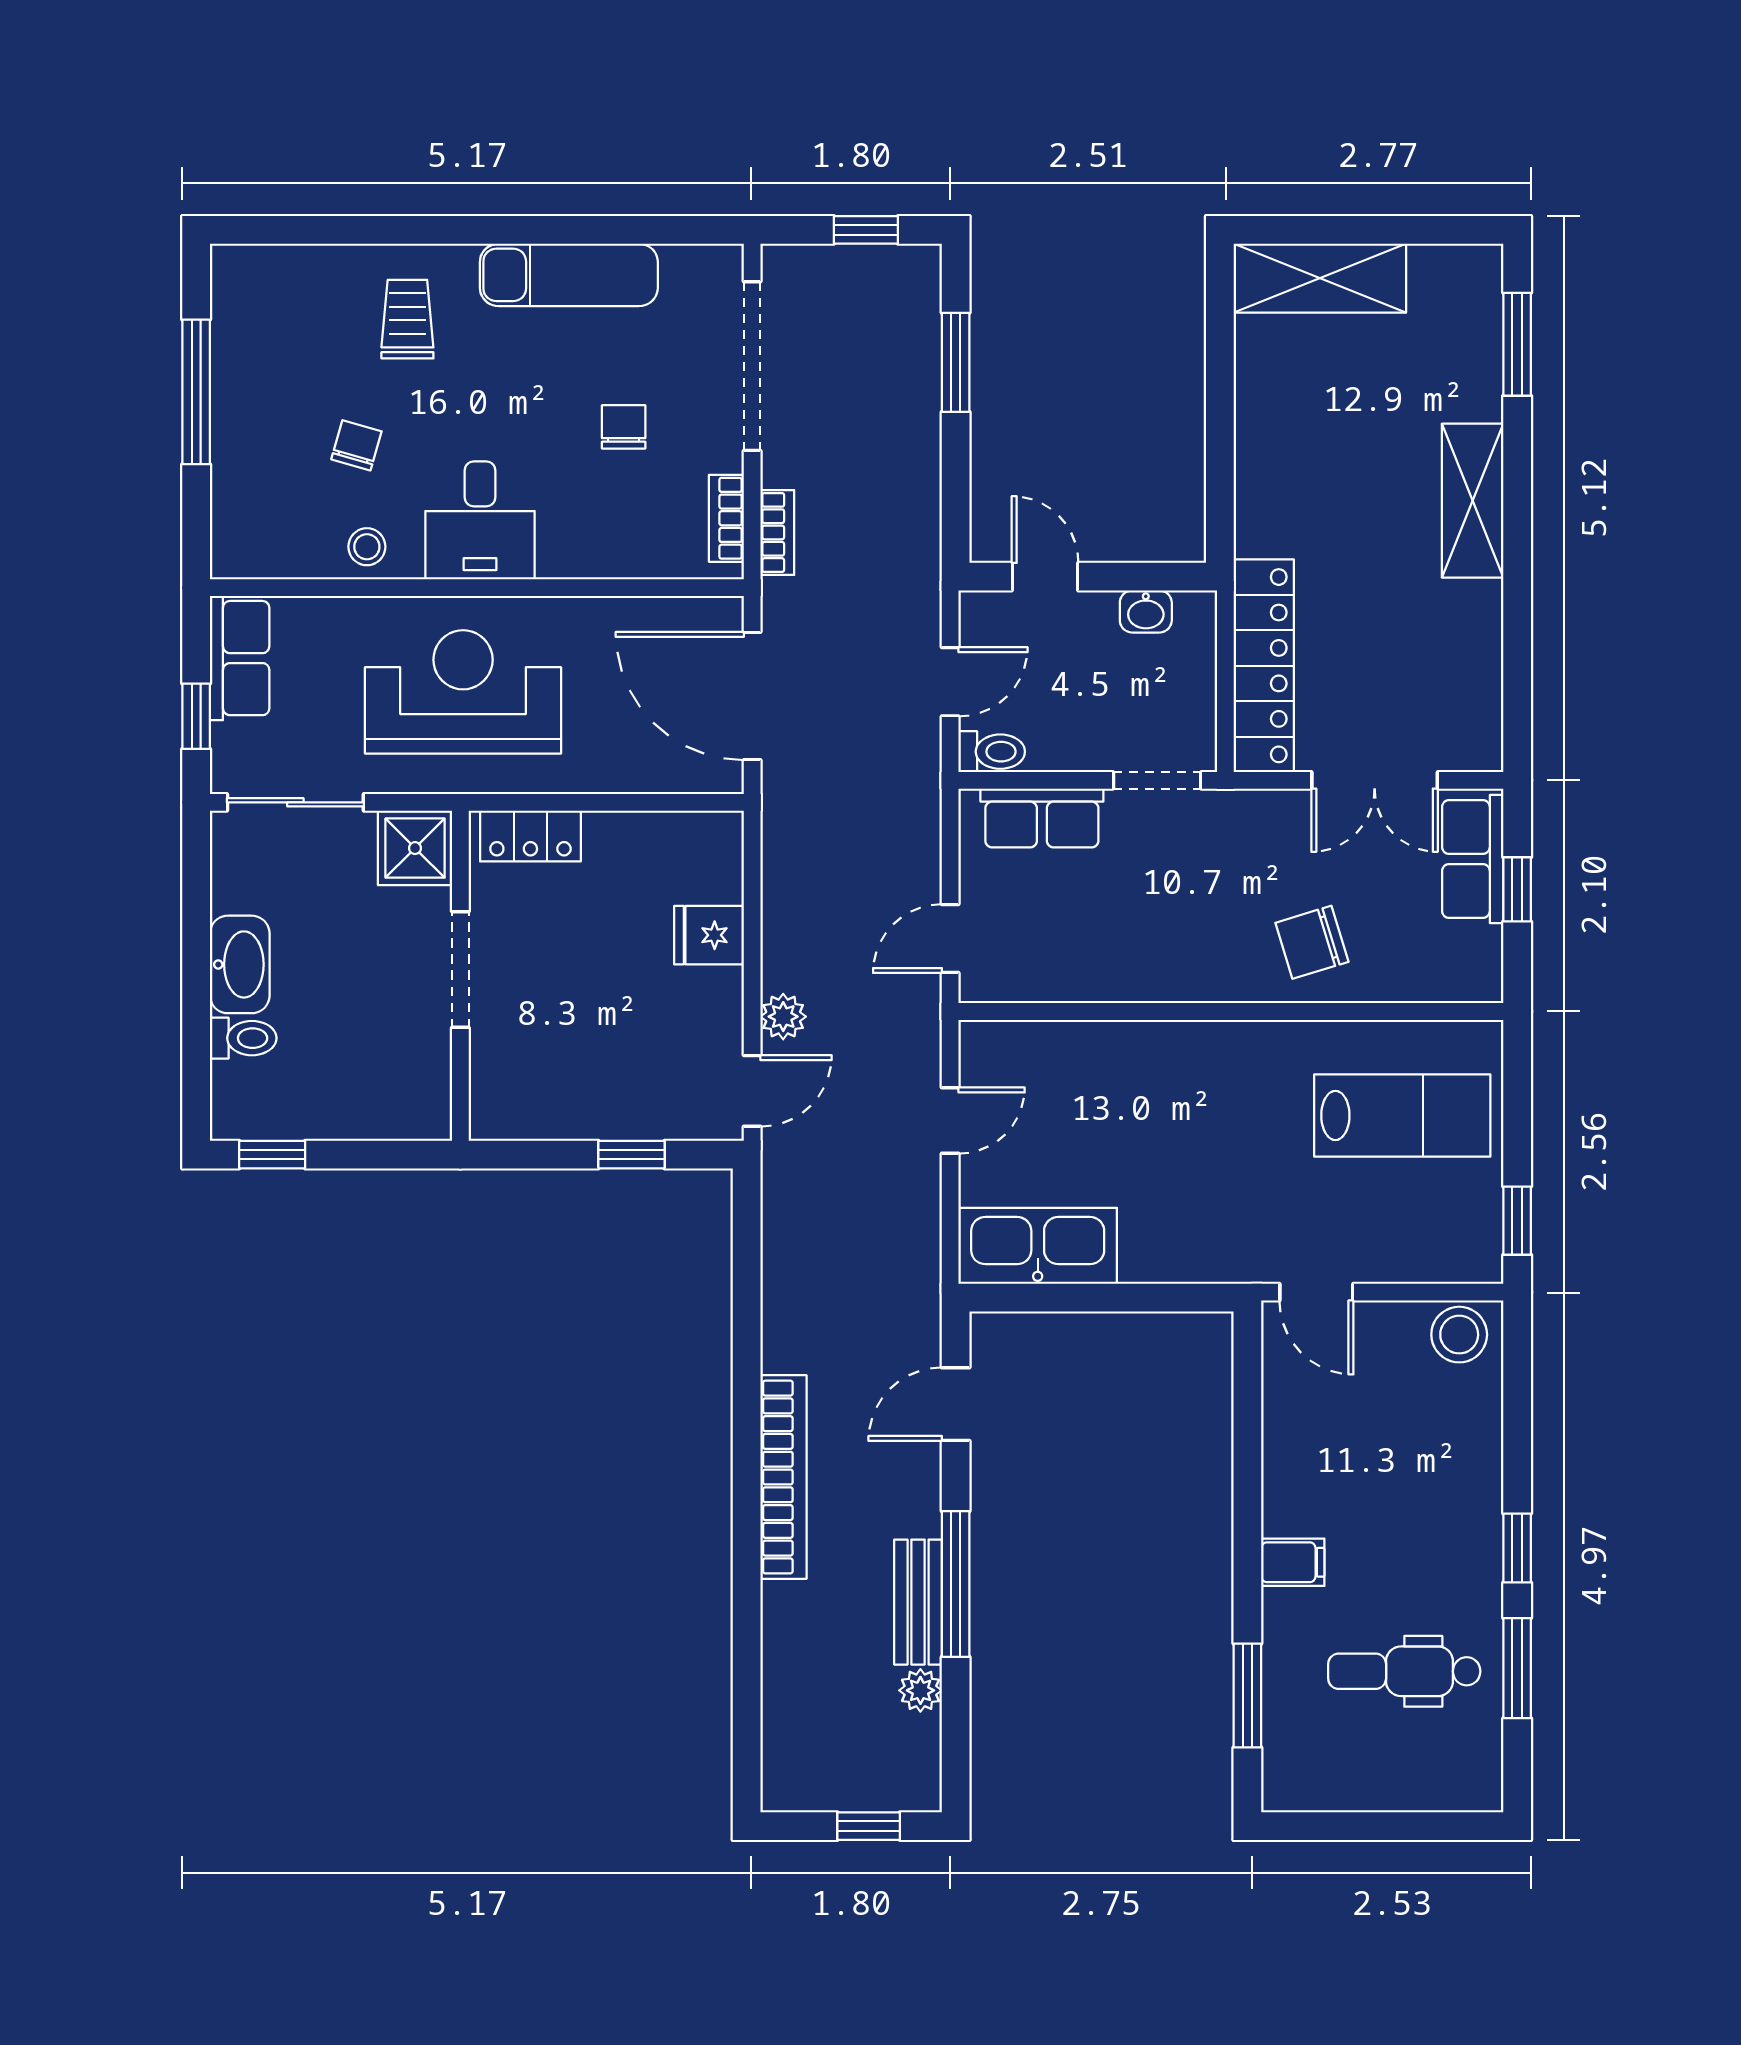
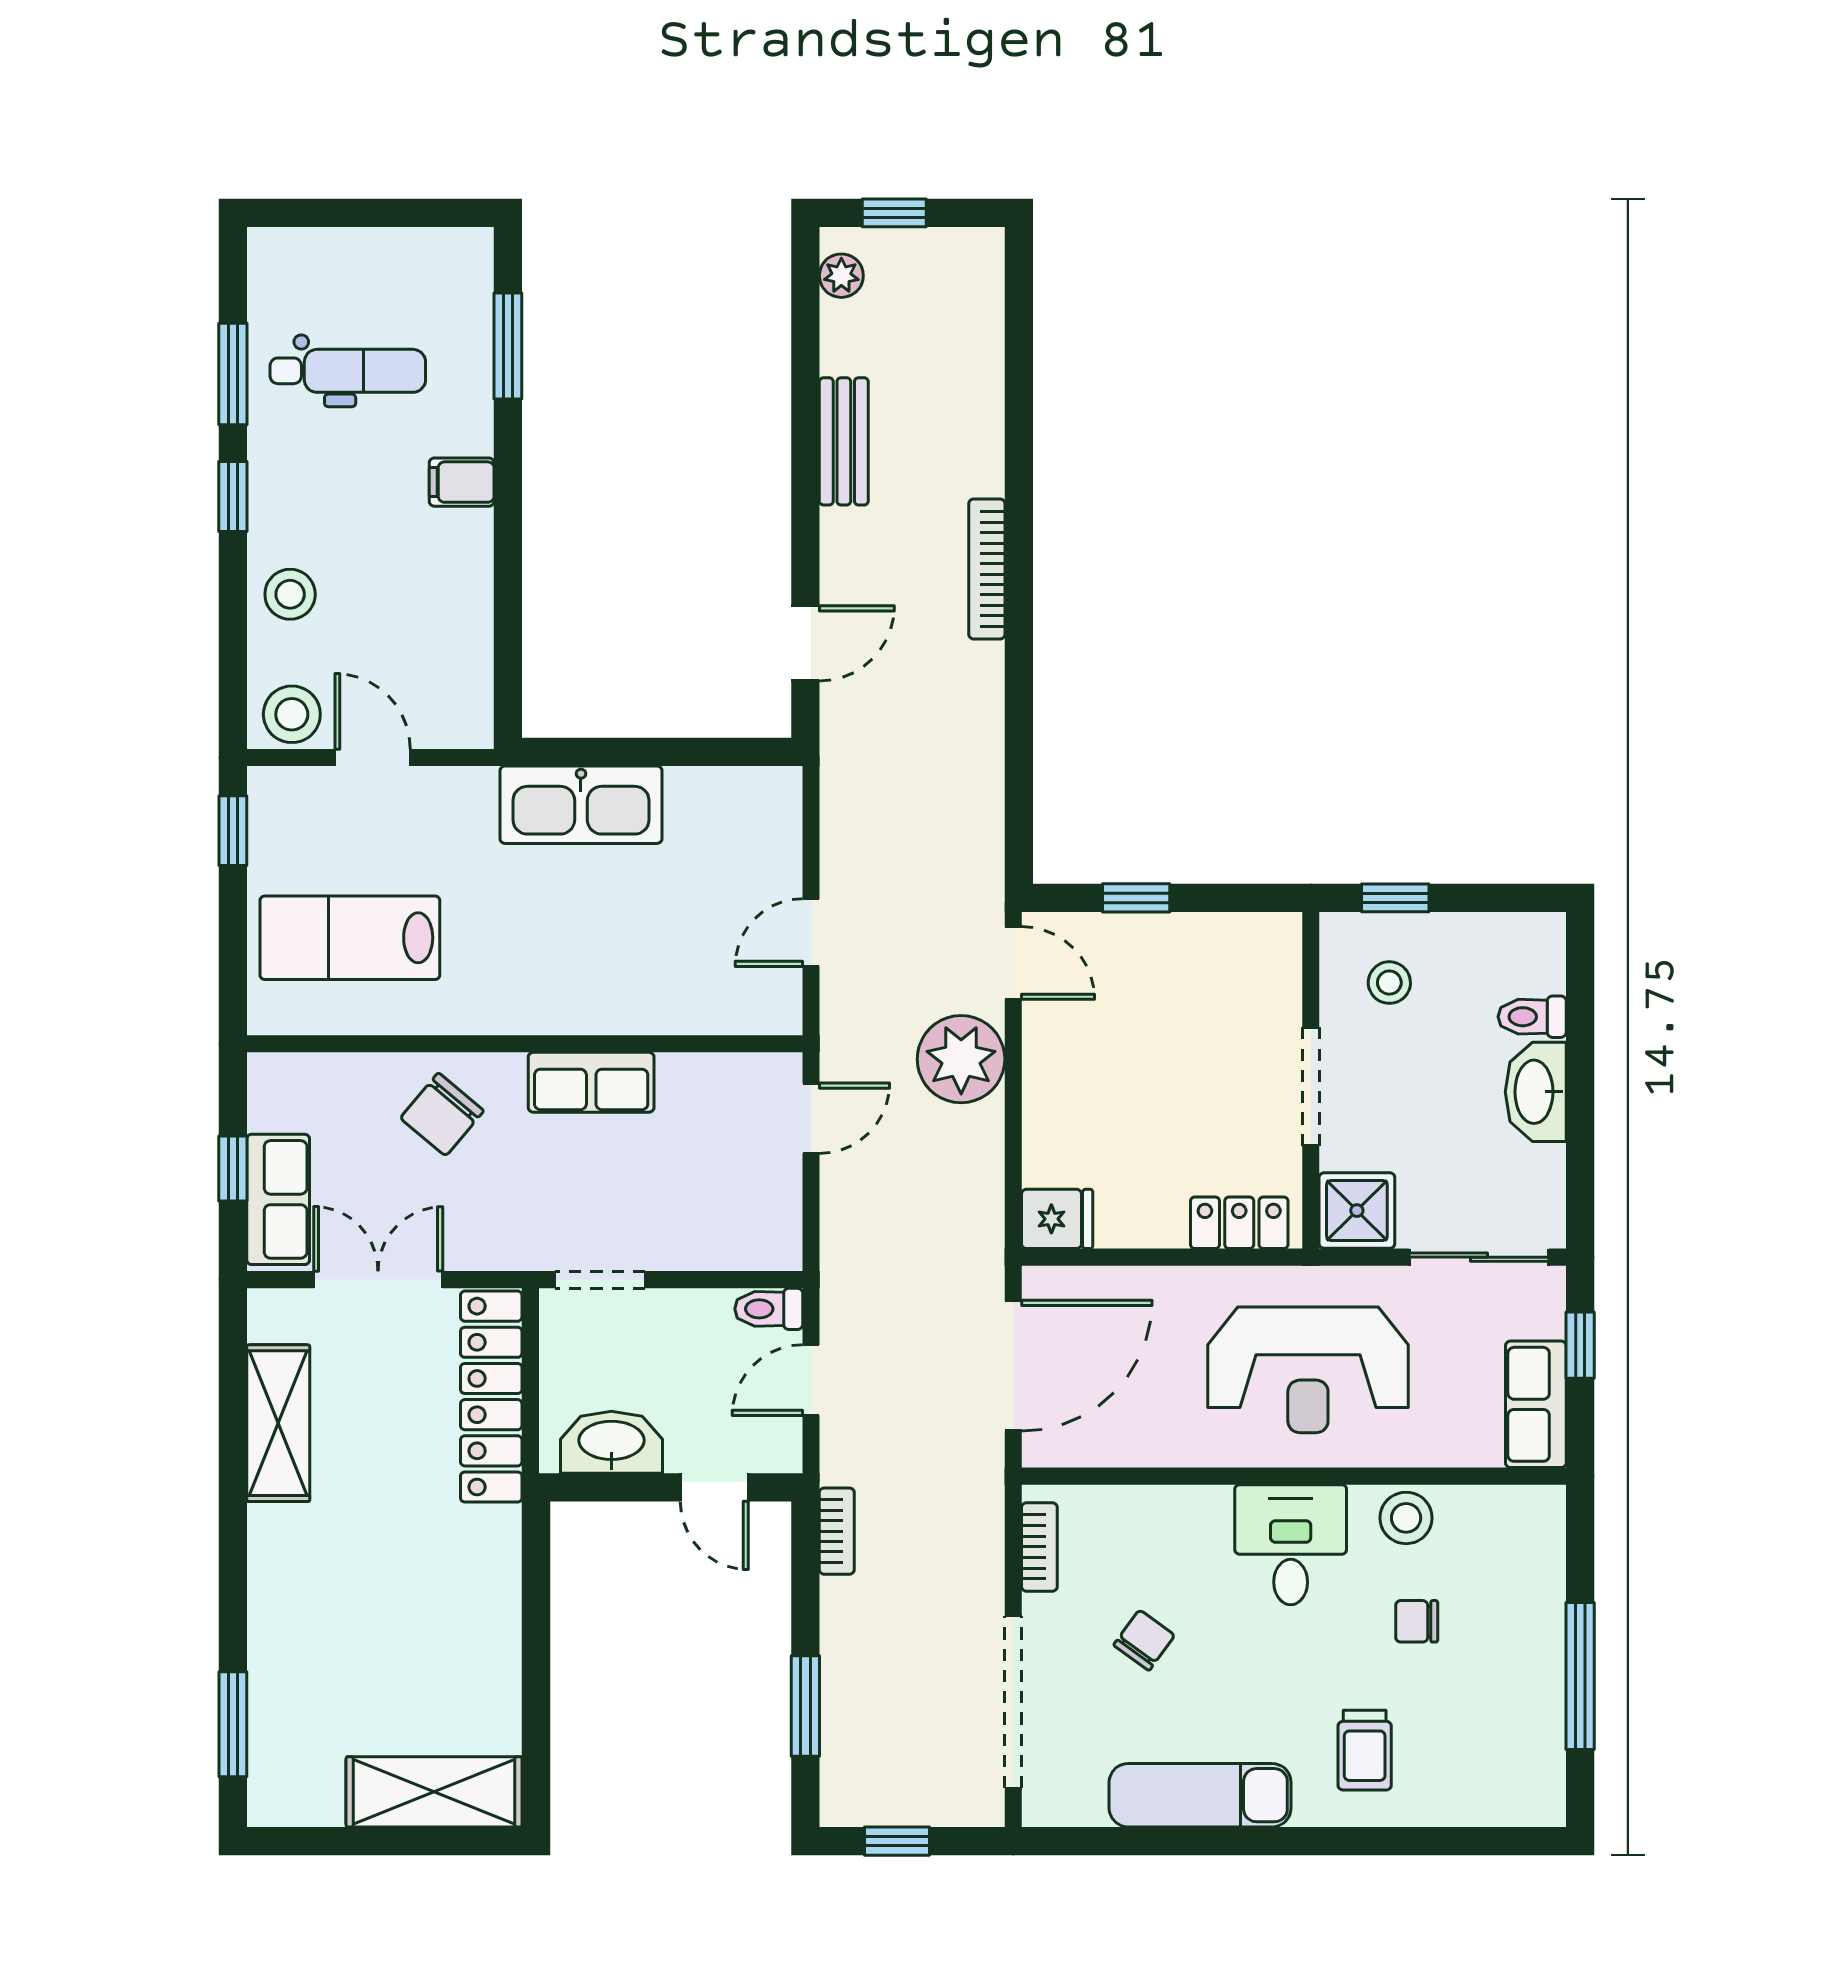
chair: (624, 427) -> (1144, 1640), turned -144
chair: (356, 445) -> (1417, 1621), turned 74
shelving: (1473, 501) -> (278, 1423), moved
bookcase: (777, 532) -> (837, 1531), moved, turned 180
stool: (367, 547) -> (1406, 1518), width x1.37, depth x1.37
washbasin: (1146, 612) -> (611, 1442), width x1.91, depth x1.45
door: (752, 696) -> (1013, 1366), hinge flipped
row of seats: (1042, 818) -> (591, 1082), moved, turned 180
fridge: (709, 935) -> (1057, 1219), moved
chair: (1312, 942) -> (442, 1114), turned 147
plant: (783, 1017) -> (961, 1059), width x1.87, depth x1.87
stool: (383, 1072) -> (1389, 983), added
door: (752, 1091) -> (1013, 963), swing flipped
window: (272, 1155) -> (1395, 898), moved
kitchen sink: (1038, 1246) -> (581, 805), moved
door: (1316, 1292) -> (373, 757), moved
stool: (1461, 1452) -> (290, 594), added
bookcase: (783, 1477) -> (987, 569), width x0.68, depth x0.76
window: (956, 1584) -> (805, 460), removed
plant: (920, 1690) -> (841, 276), moved

